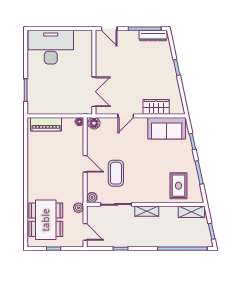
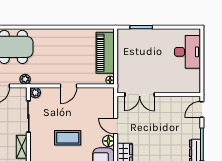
desk: (51, 47) -> (187, 52), width x0.73, depth x0.77
floor lamp: (94, 123) -> (108, 141), moved
piano: (46, 124) -> (105, 53), width x1.37, depth x1.33
coffee table: (116, 173) -> (68, 138), moved

